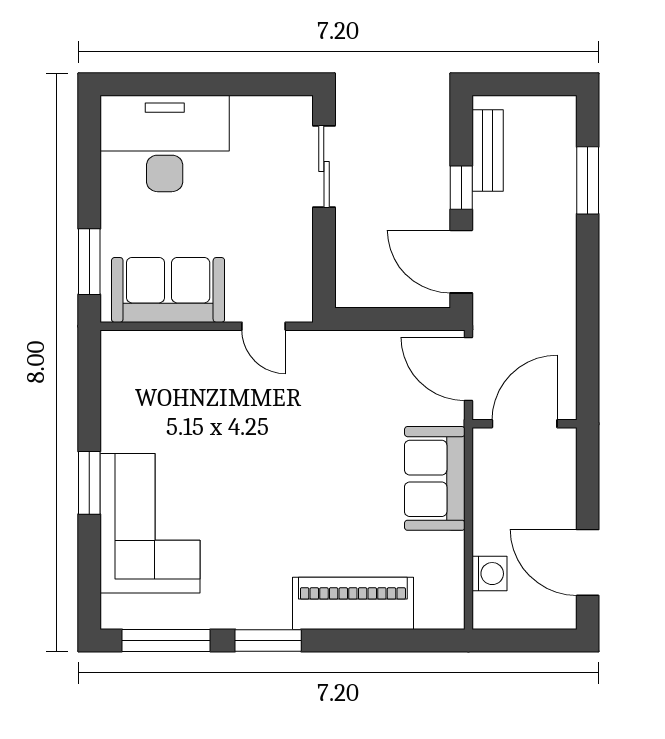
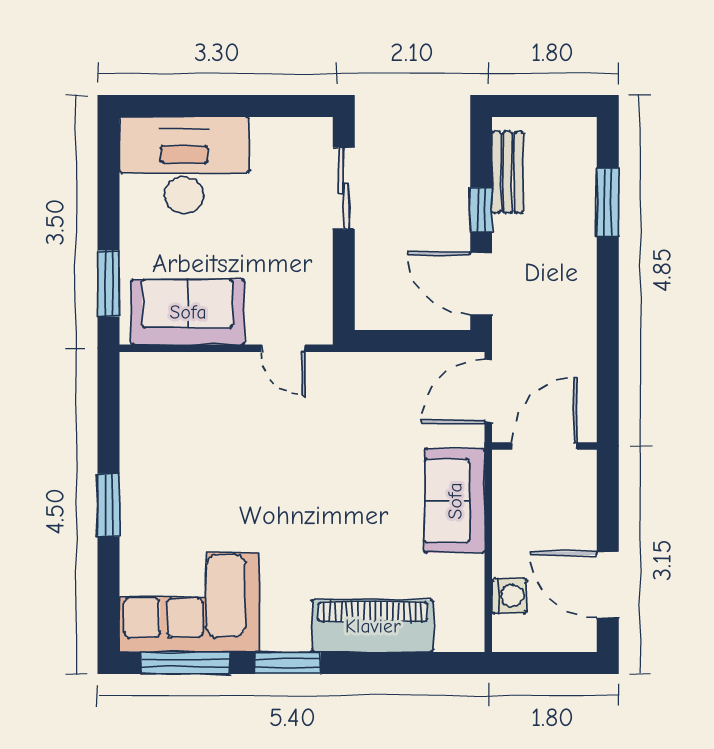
door: (468, 369) -> (488, 391), hinge flipped
corner sofa: (150, 523) -> (189, 602), moved, turned -90

